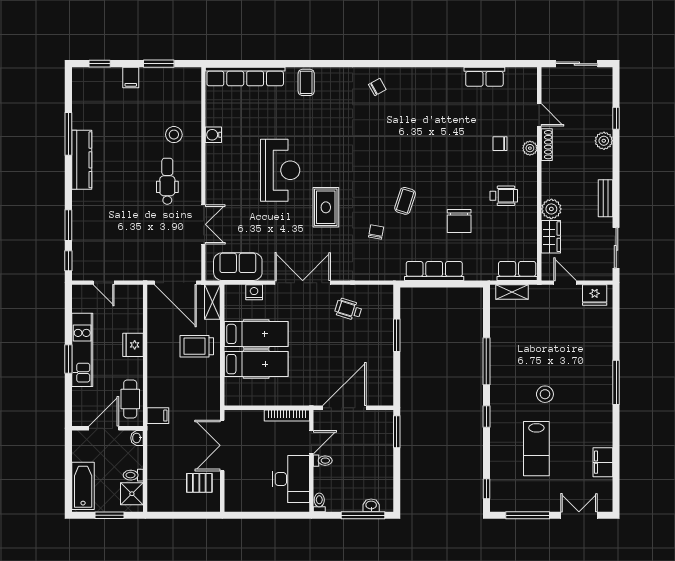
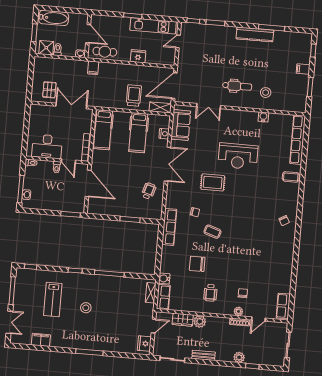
row of seats: (484, 77) -> (283, 306), moved
row of seats: (434, 271) -> (169, 227), moved
water cooler: (487, 272) -> (164, 278), added
kitchen unit: (82, 350) -> (153, 26), moved
hospital bed: (256, 364) -> (103, 130), moved
lab bench: (536, 449) -> (53, 300), turned -90

